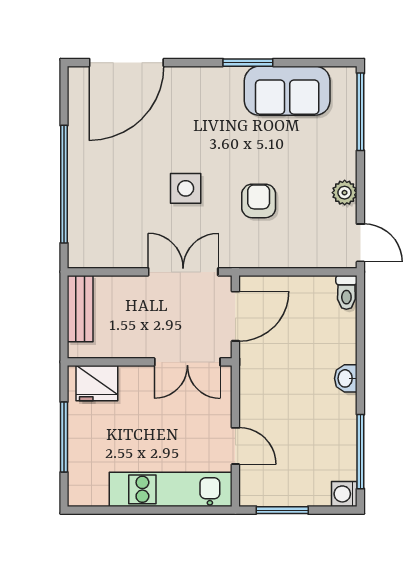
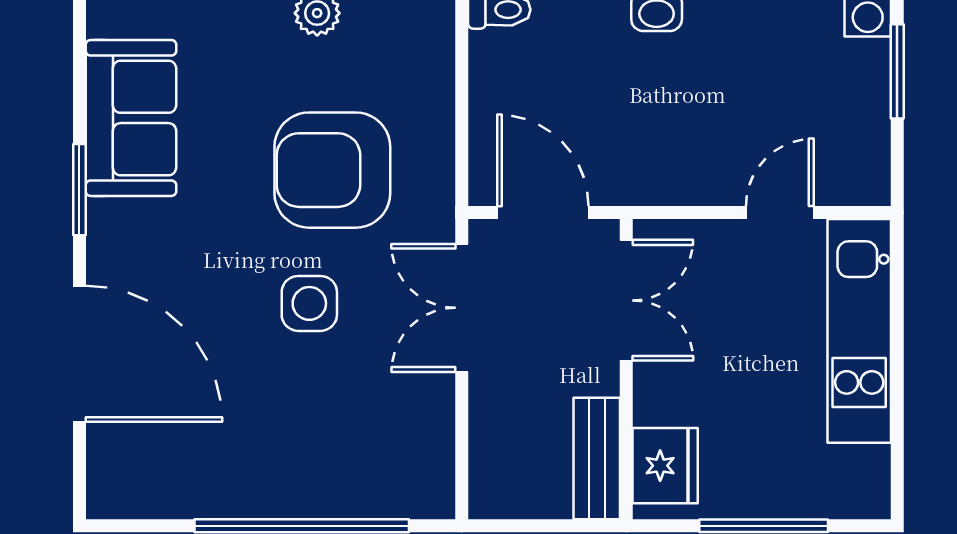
door: (126, 63) -> (79, 354), moved
armchair: (259, 201) -> (332, 170), width x1.88, depth x1.88
bench: (80, 309) -> (597, 458), moved, turned 90
window: (282, 510) -> (897, 71), moved

